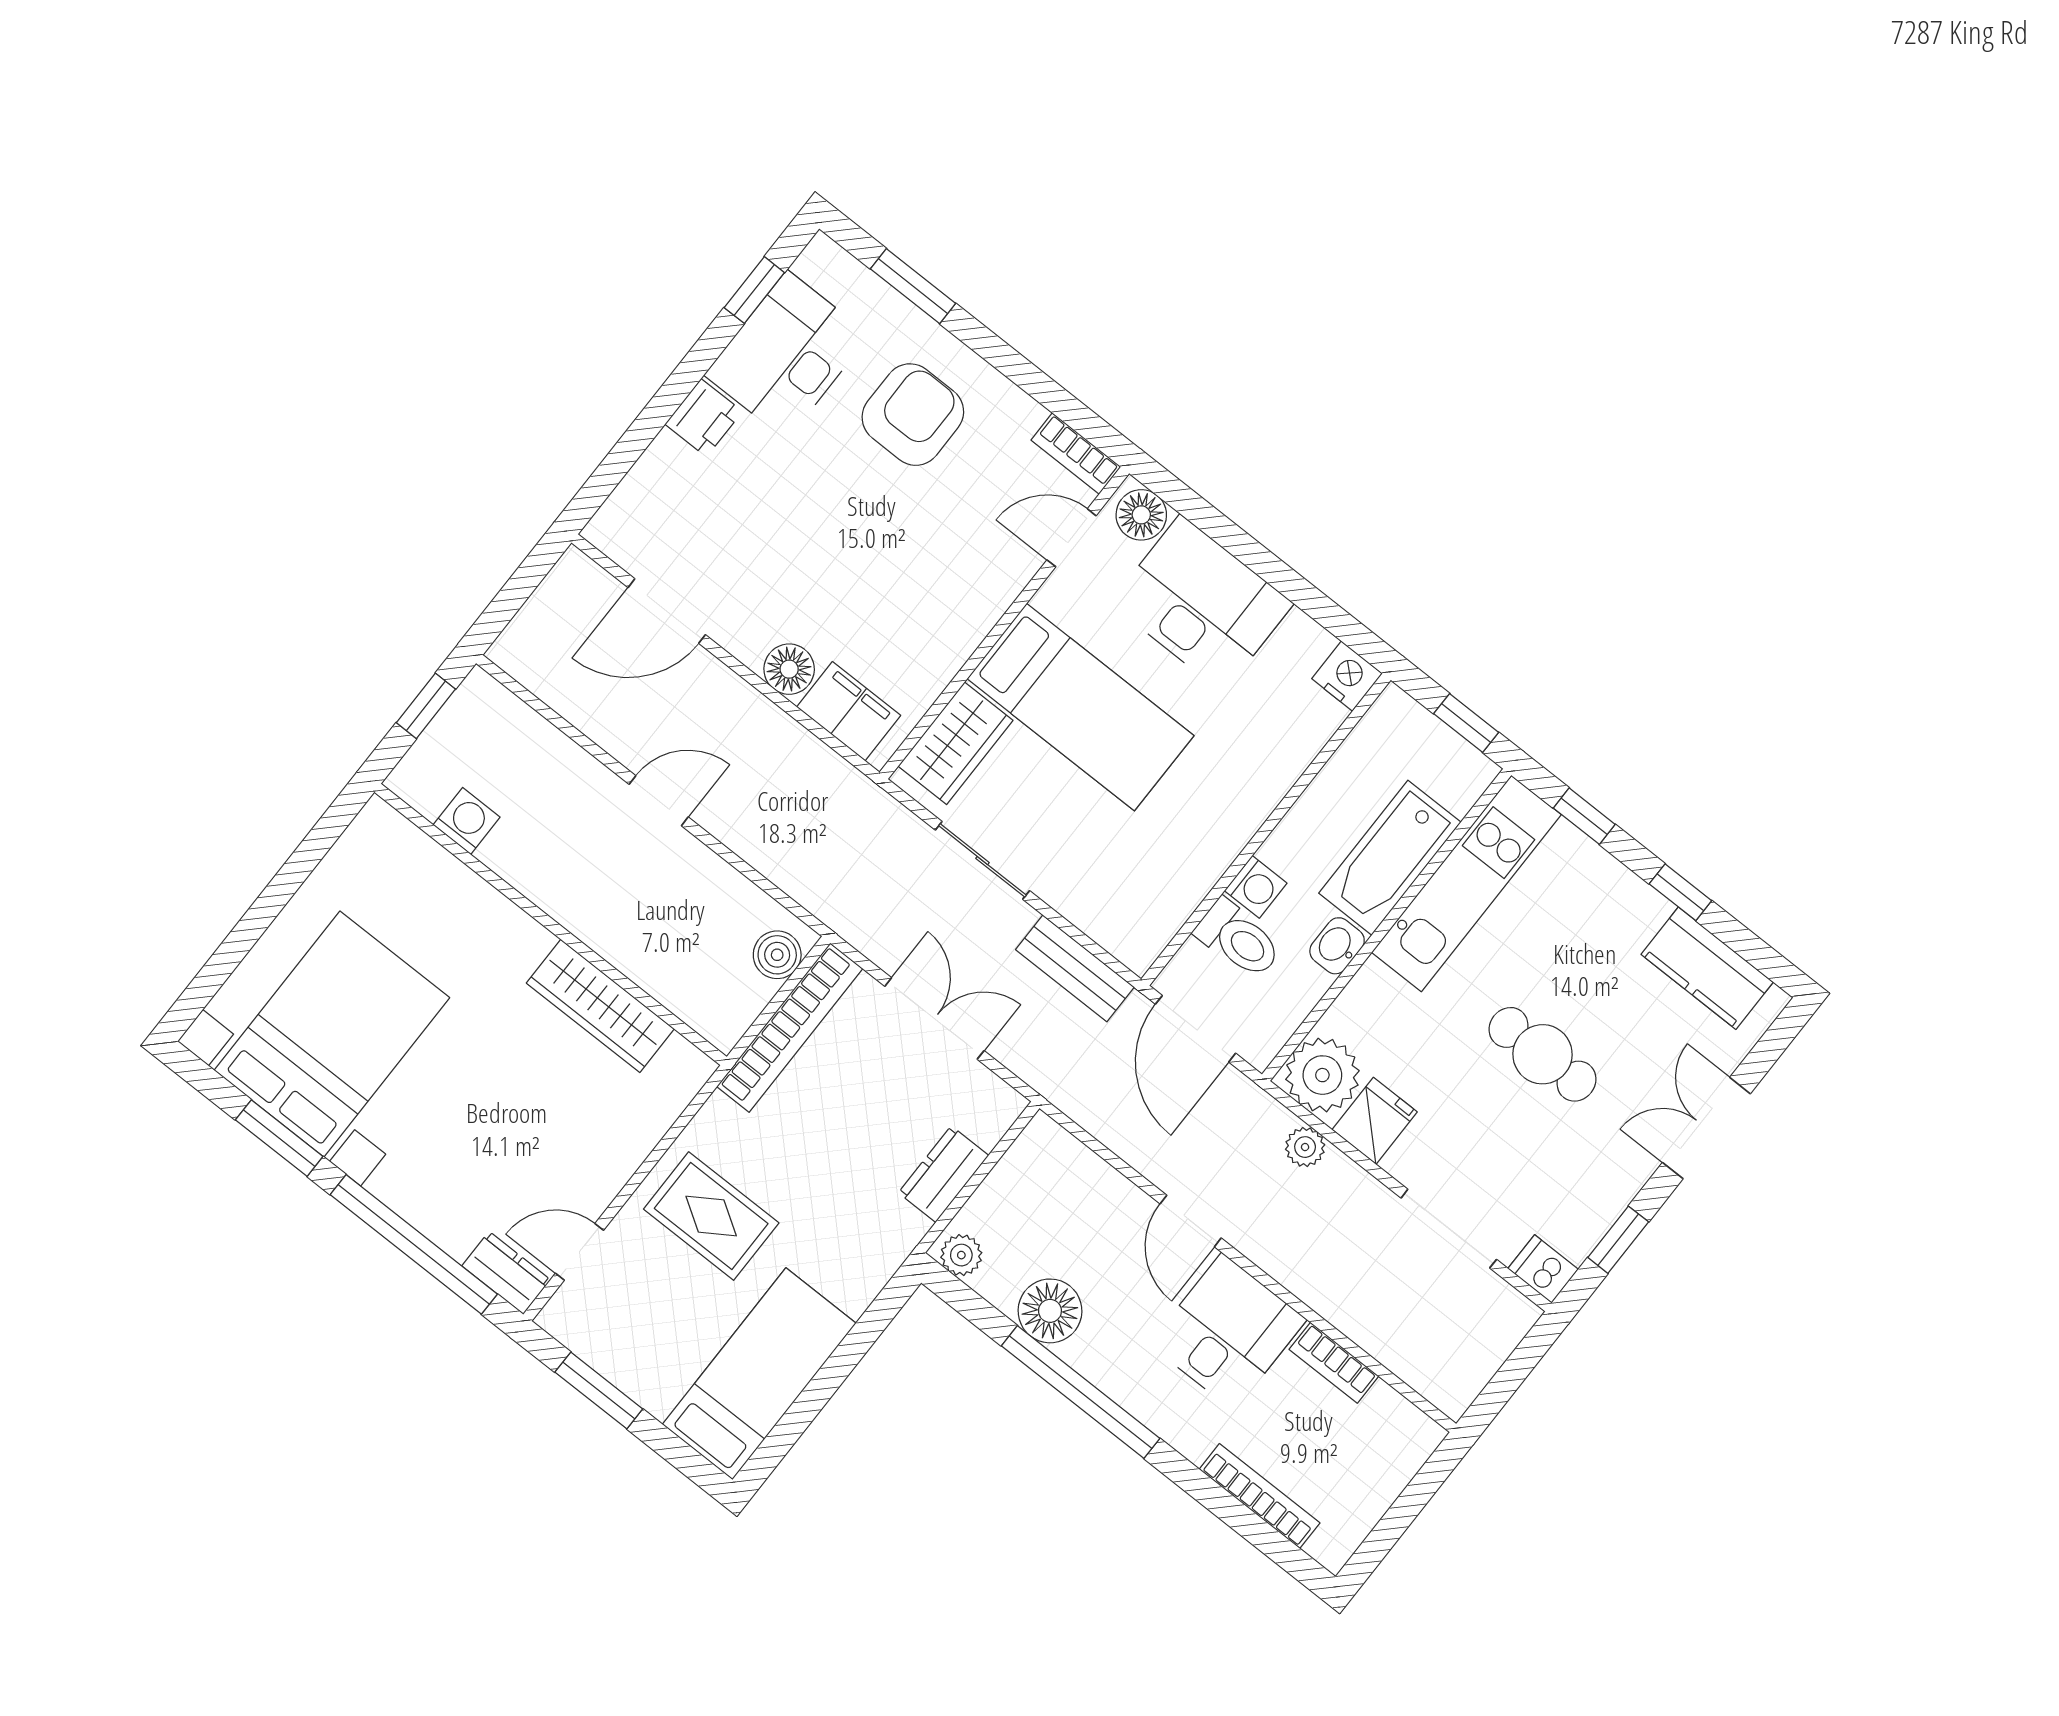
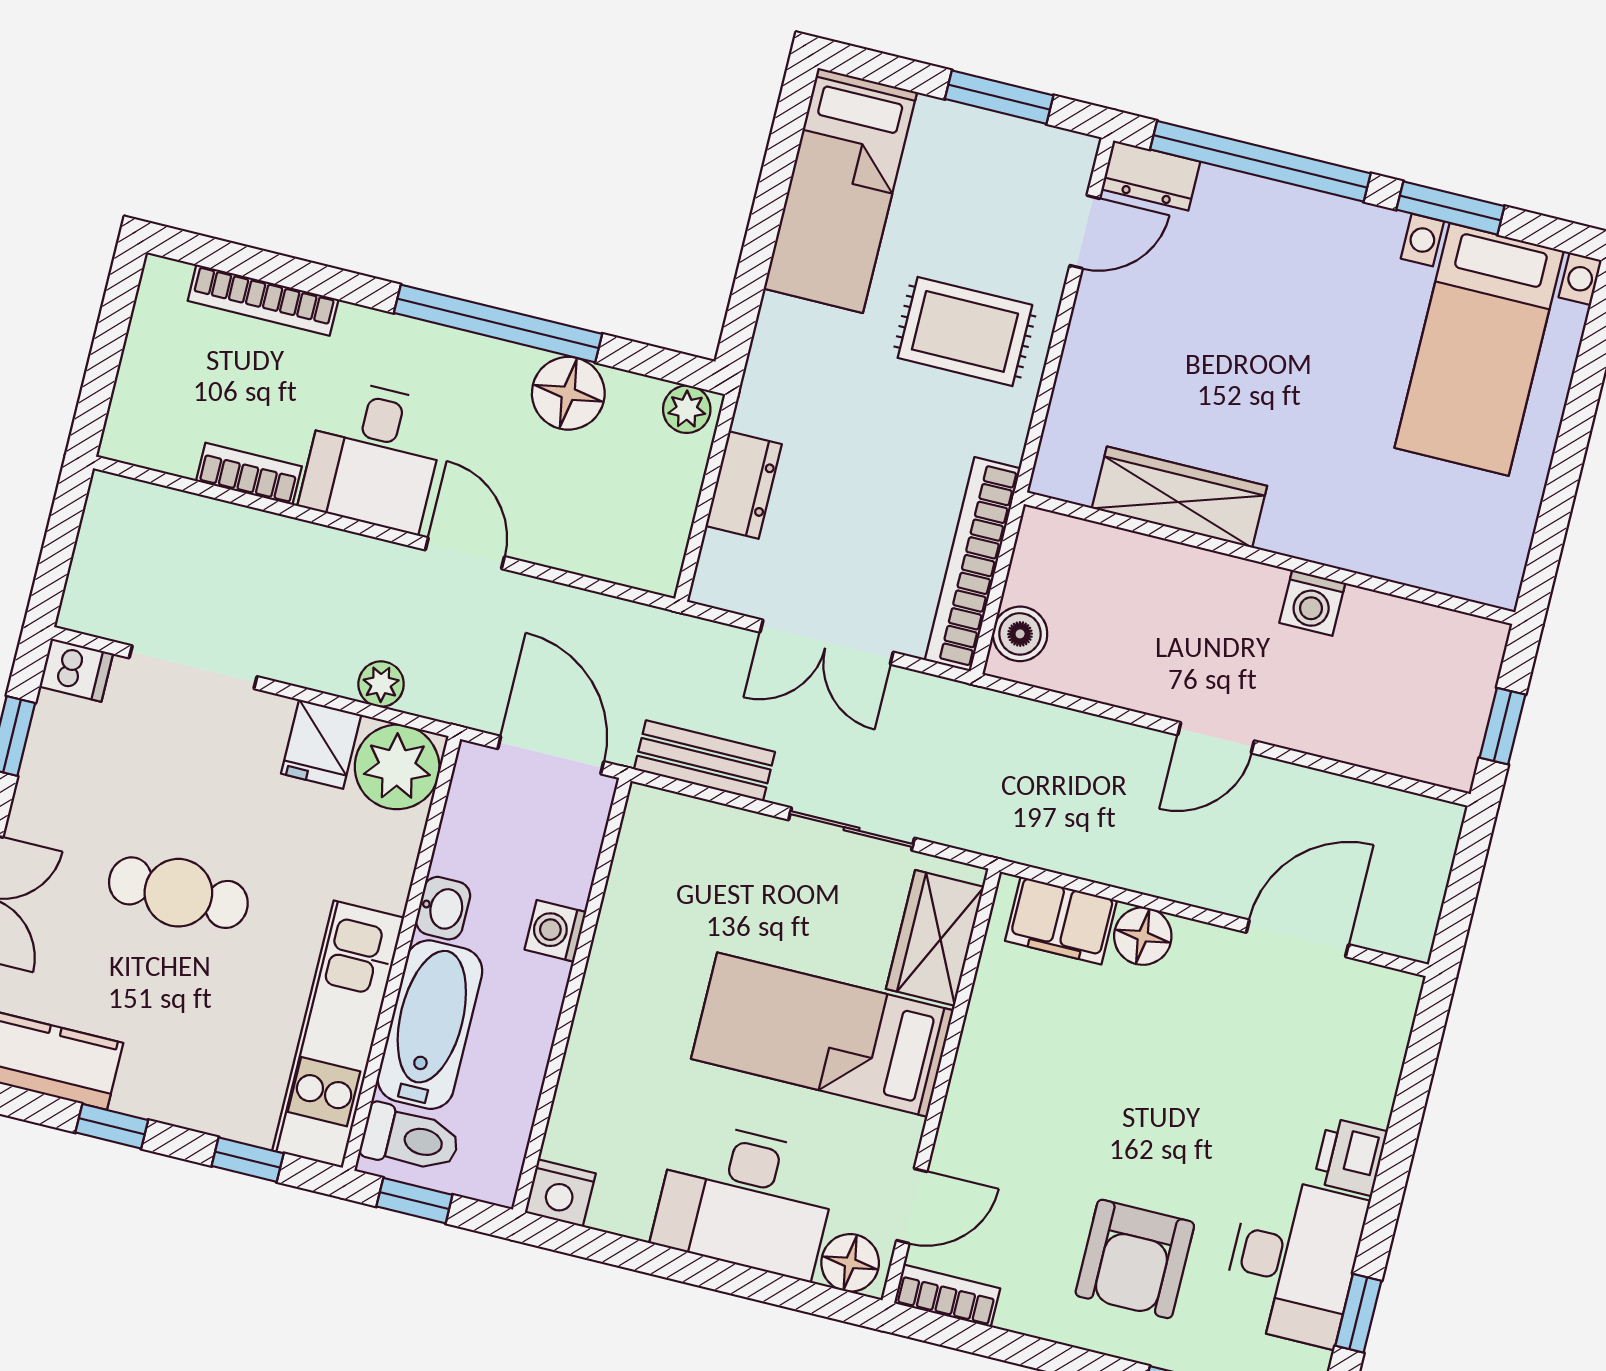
washing machine: (467, 821) -> (1312, 603), moved
toilet: (1239, 939) -> (410, 1139), moved, turned 180
bed with nightstands: (332, 1034) -> (1479, 349), width x0.73

